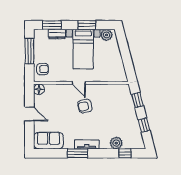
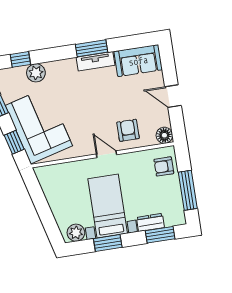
armchair: (85, 106) -> (128, 130), moved, turned -78
corner sofa: (120, 108) -> (39, 126), added
tv unit: (87, 144) -> (95, 61), moved

